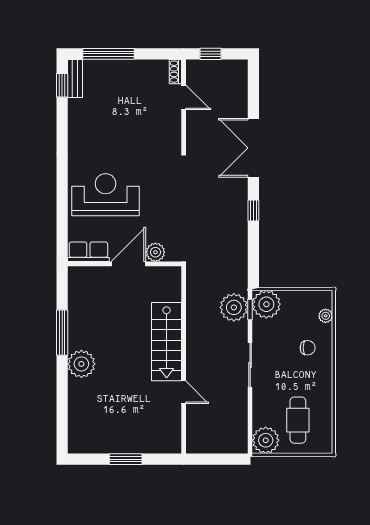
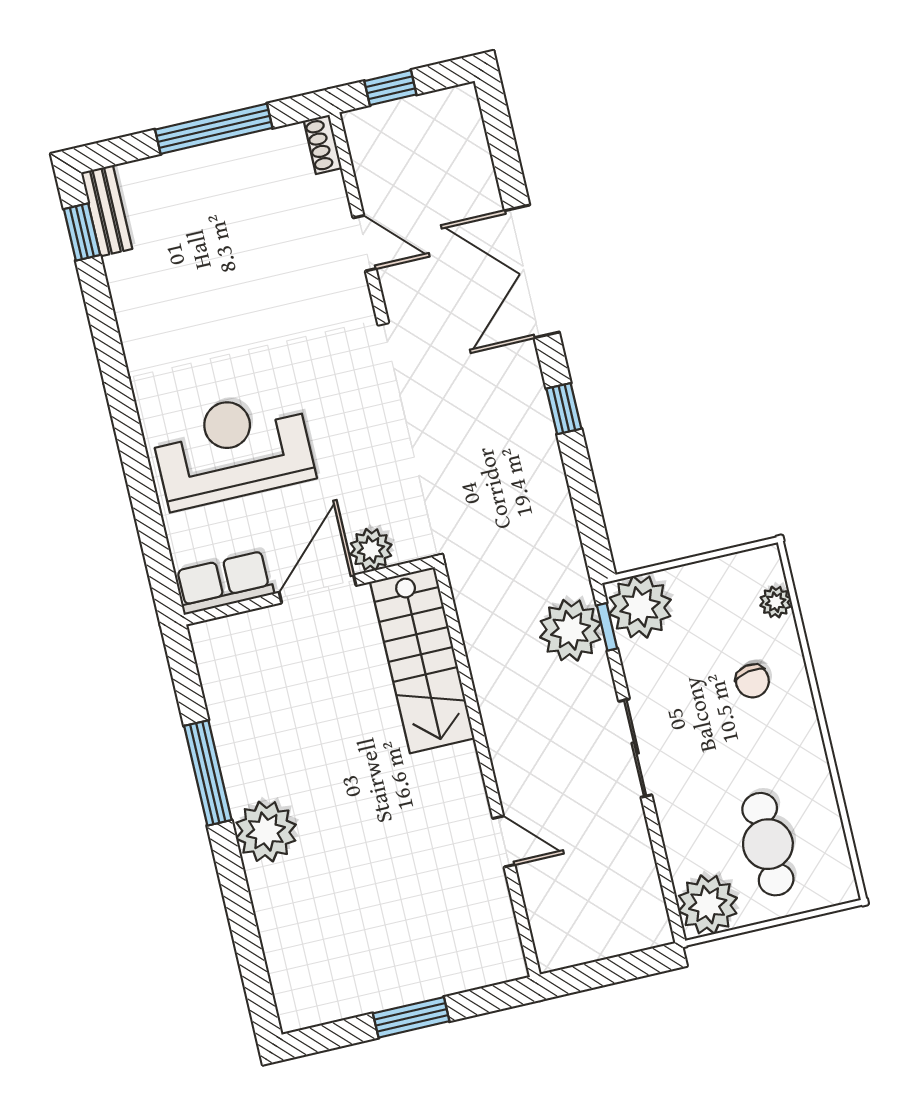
window: (109, 54) -> (214, 129), moved
door: (184, 97) -> (365, 243), moved
stairs: (167, 342) -> (422, 660), moved
chair: (308, 348) -> (752, 681), turned 80

